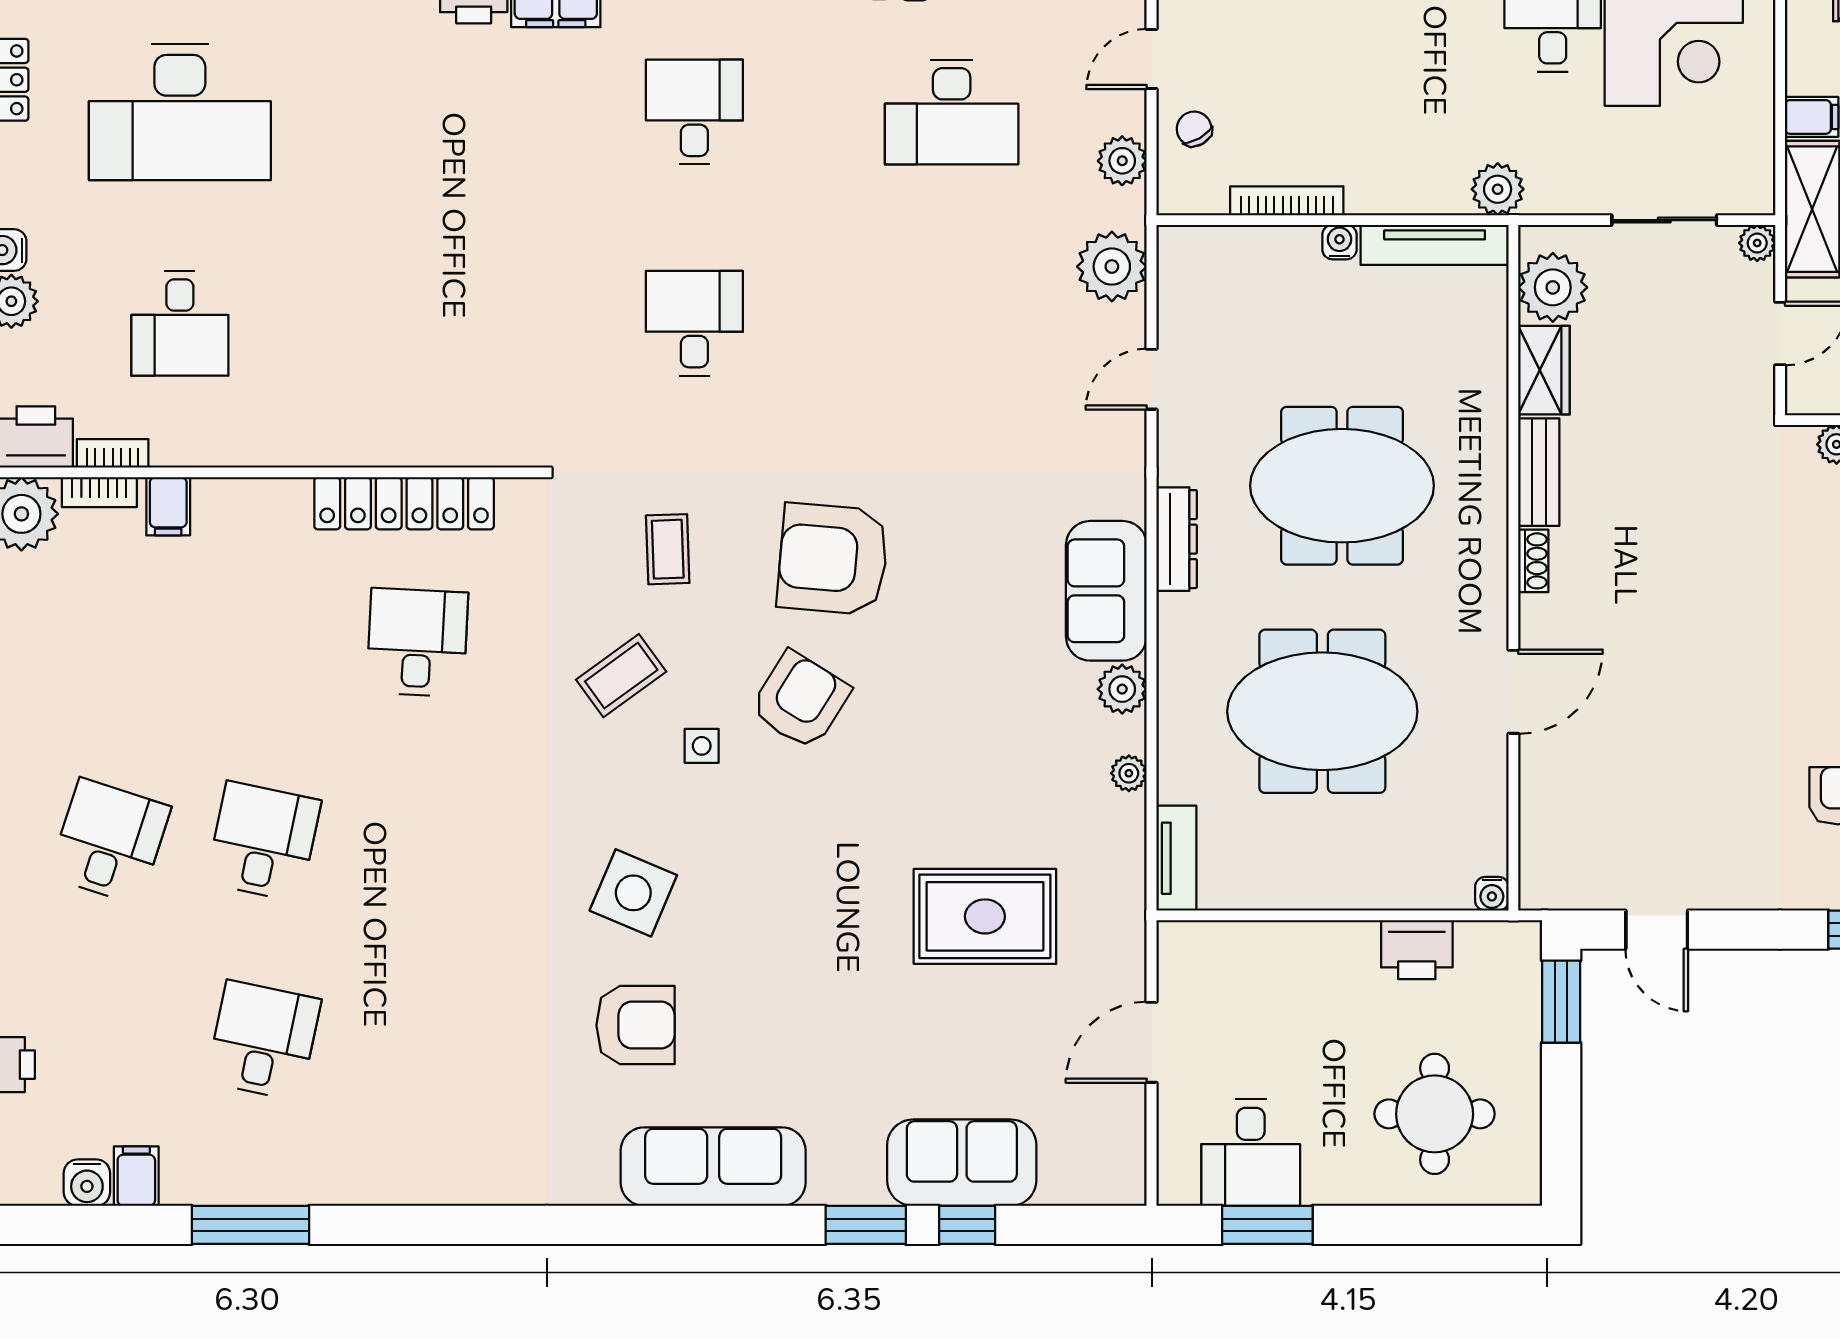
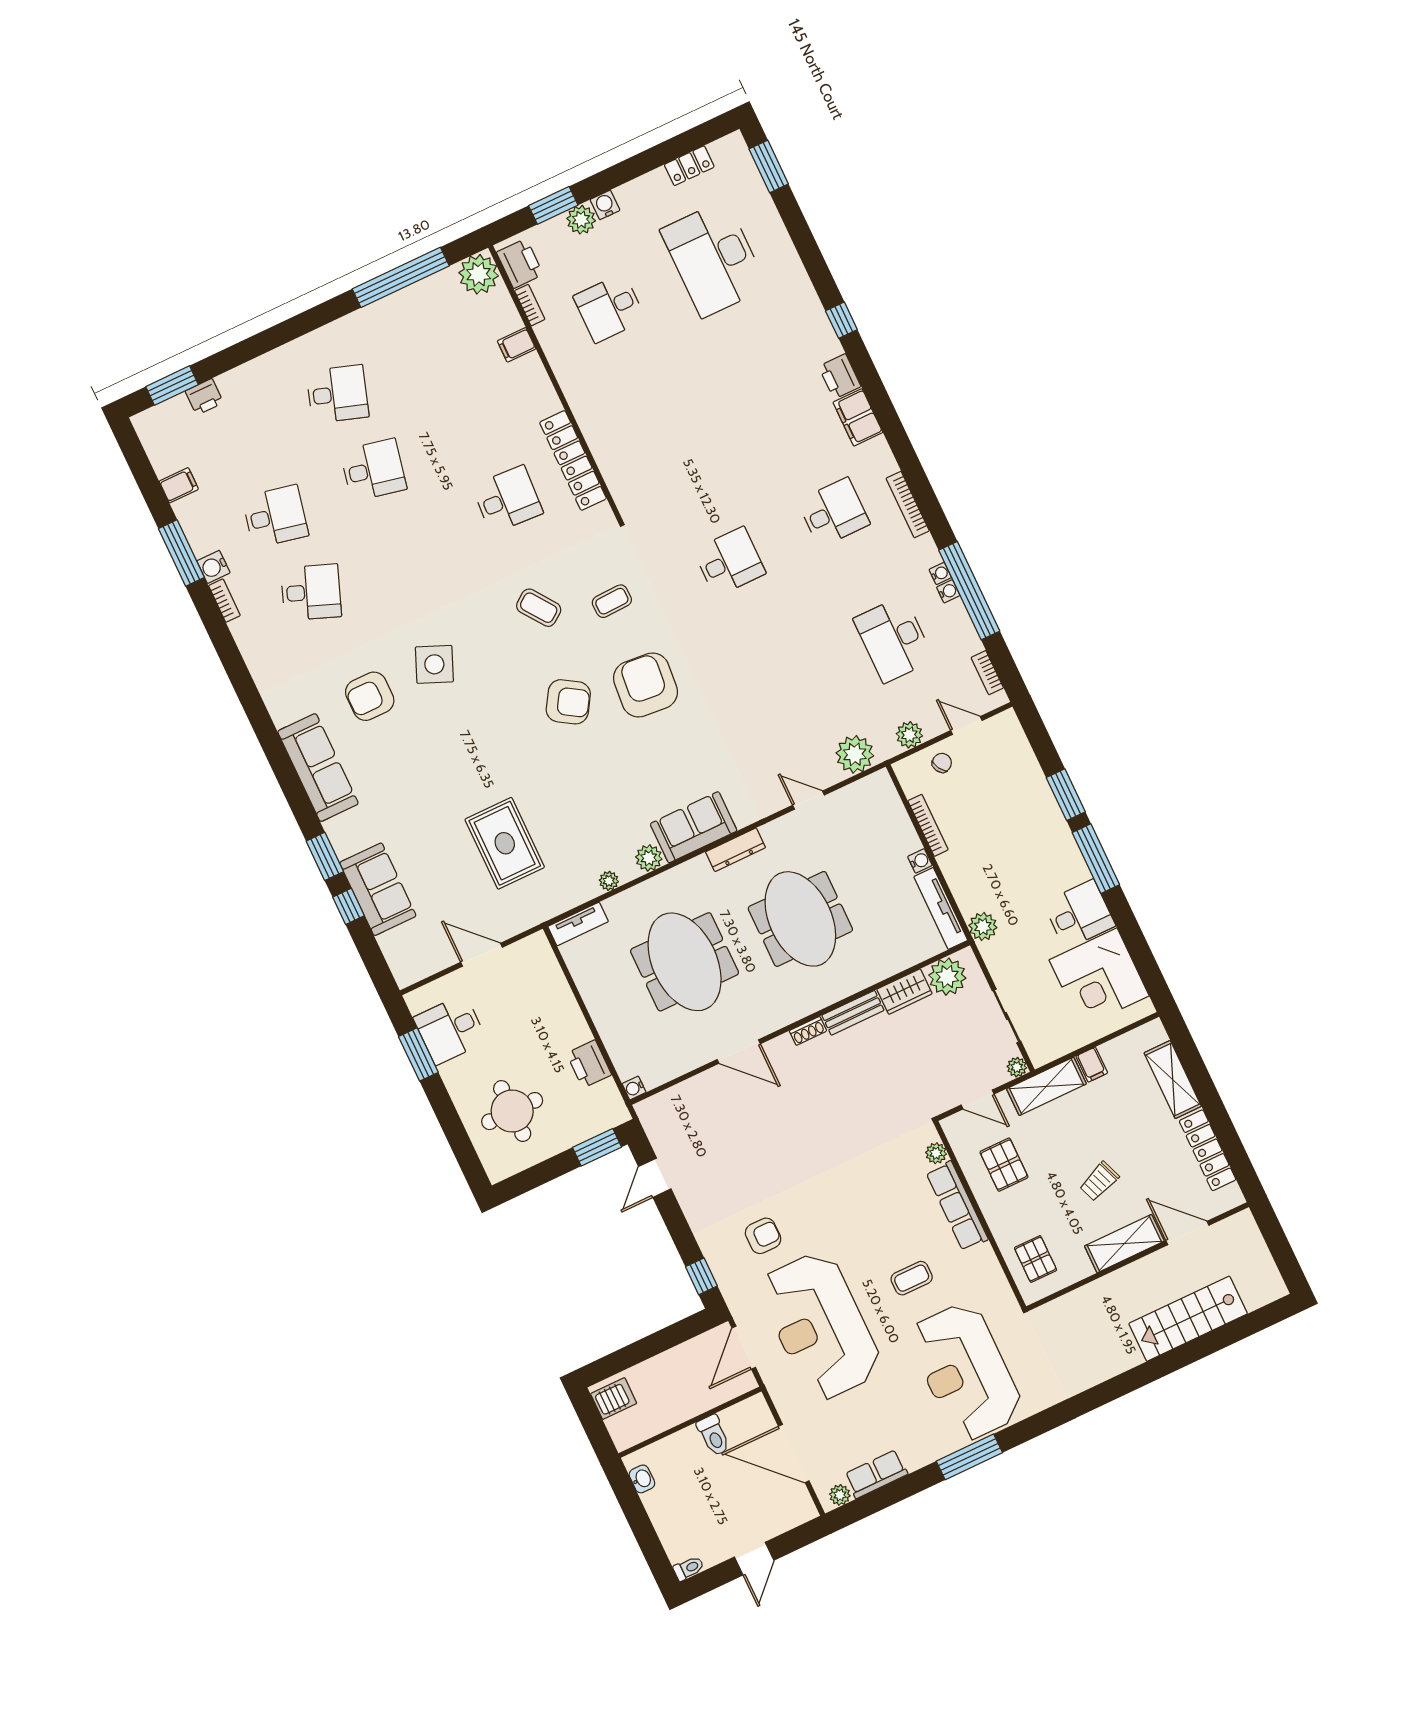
bookcase: (99, 492) -> (224, 601), moved, turned 180
side table: (702, 746) -> (523, 664), removed
armchair: (636, 1025) -> (370, 696), turned 90
desk: (417, 1041) -> (311, 592), added
water cooler: (87, 1183) -> (213, 567), moved

